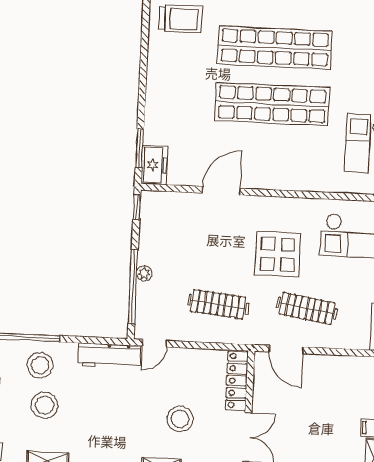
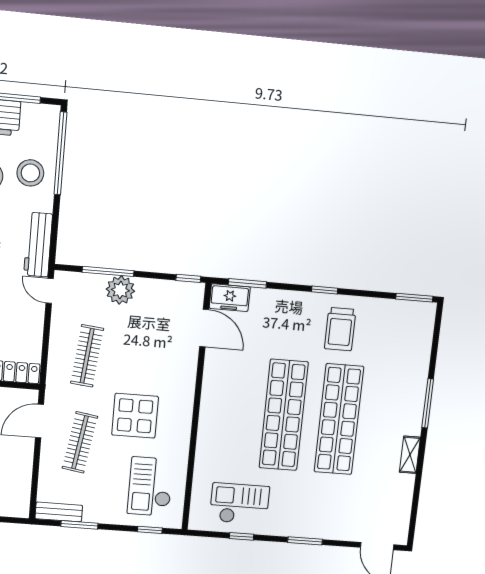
trolley: (181, 19) -> (340, 329), moved
window: (143, 71) -> (325, 290), added
door: (221, 191) -> (204, 328), moved
plant: (144, 273) -> (120, 290), width x1.88, depth x1.88
window: (133, 287) -> (108, 271), width x0.68

